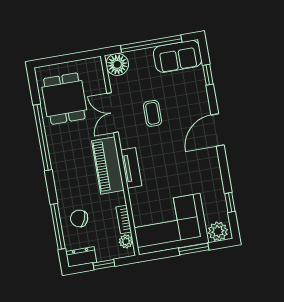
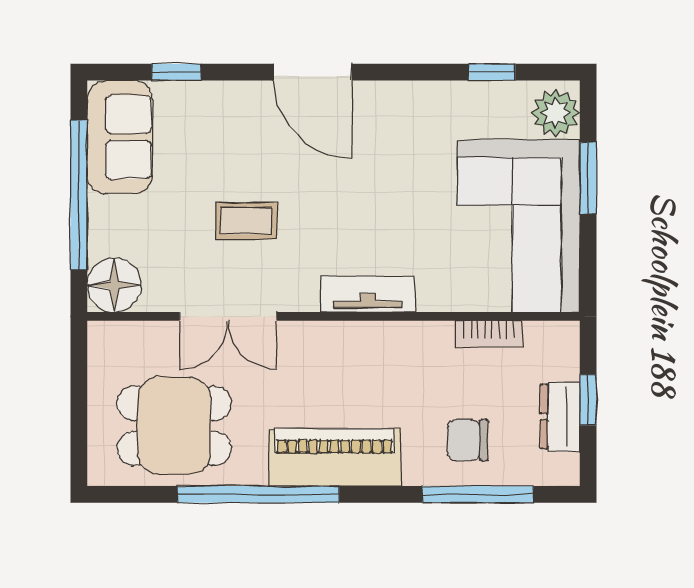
piano: (108, 165) -> (335, 457), moved, turned 180
chair: (79, 218) -> (468, 440), turned 67
plant: (126, 241) -> (542, 337), removed
dresser: (81, 257) -> (560, 417), moved

